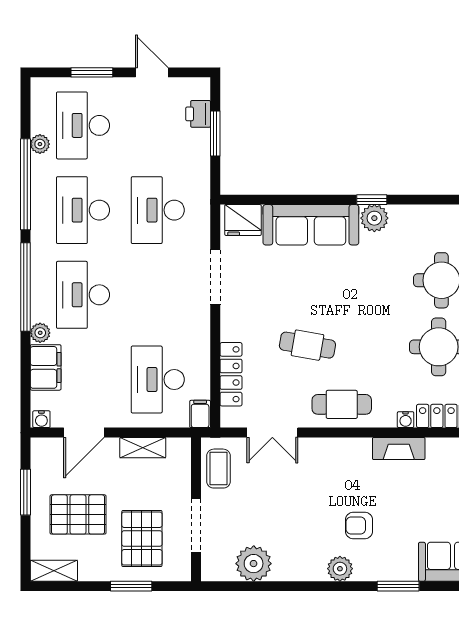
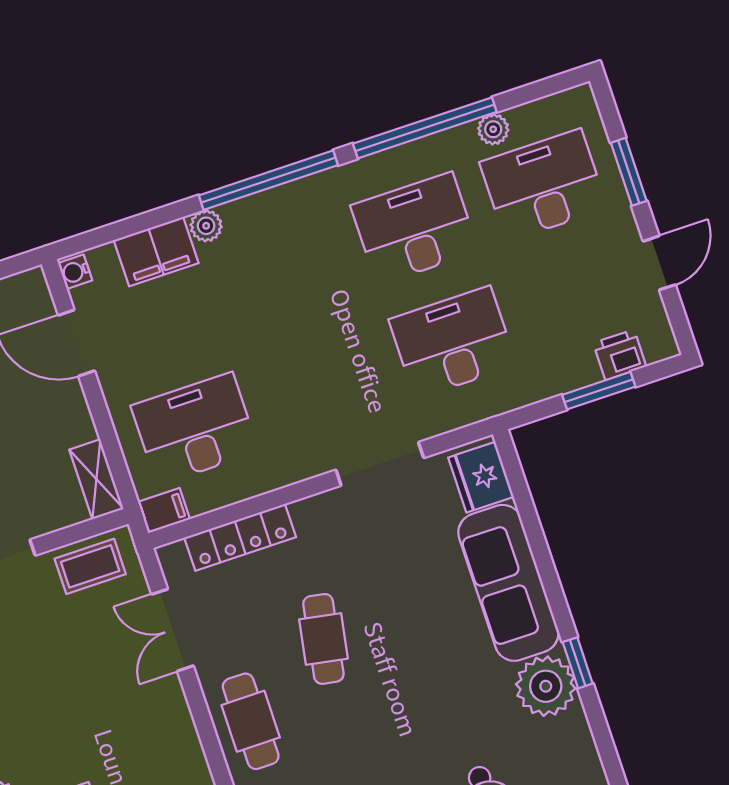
plant: (374, 218) -> (546, 686), width x1.36, depth x1.36
desk: (83, 295) -> (286, 272), removed
shelving: (143, 448) -> (96, 479), moved

